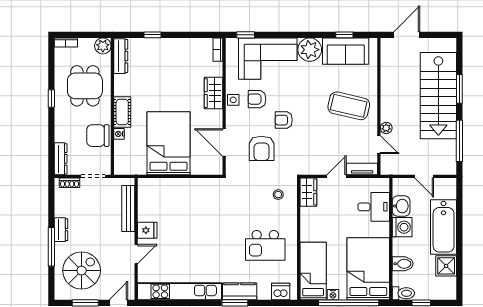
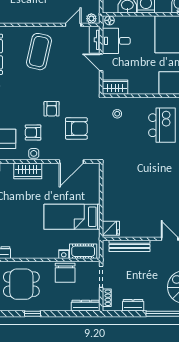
armchair: (257, 99) -> (33, 132), turned 90
cot: (122, 112) -> (83, 251), moved
plant: (386, 128) -> (91, 19), moved
bed: (168, 143) -> (72, 217), width x0.67
floor lamp: (384, 186) -> (110, 20), added
desk: (374, 207) -> (116, 41), moved, turned -90
dresser: (61, 230) -> (133, 305), moved
fridge: (147, 230) -> (111, 228), moved, turned 90

